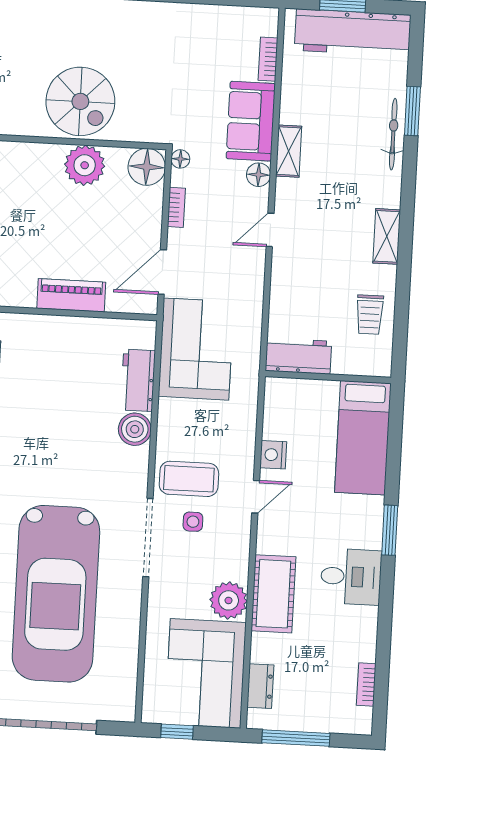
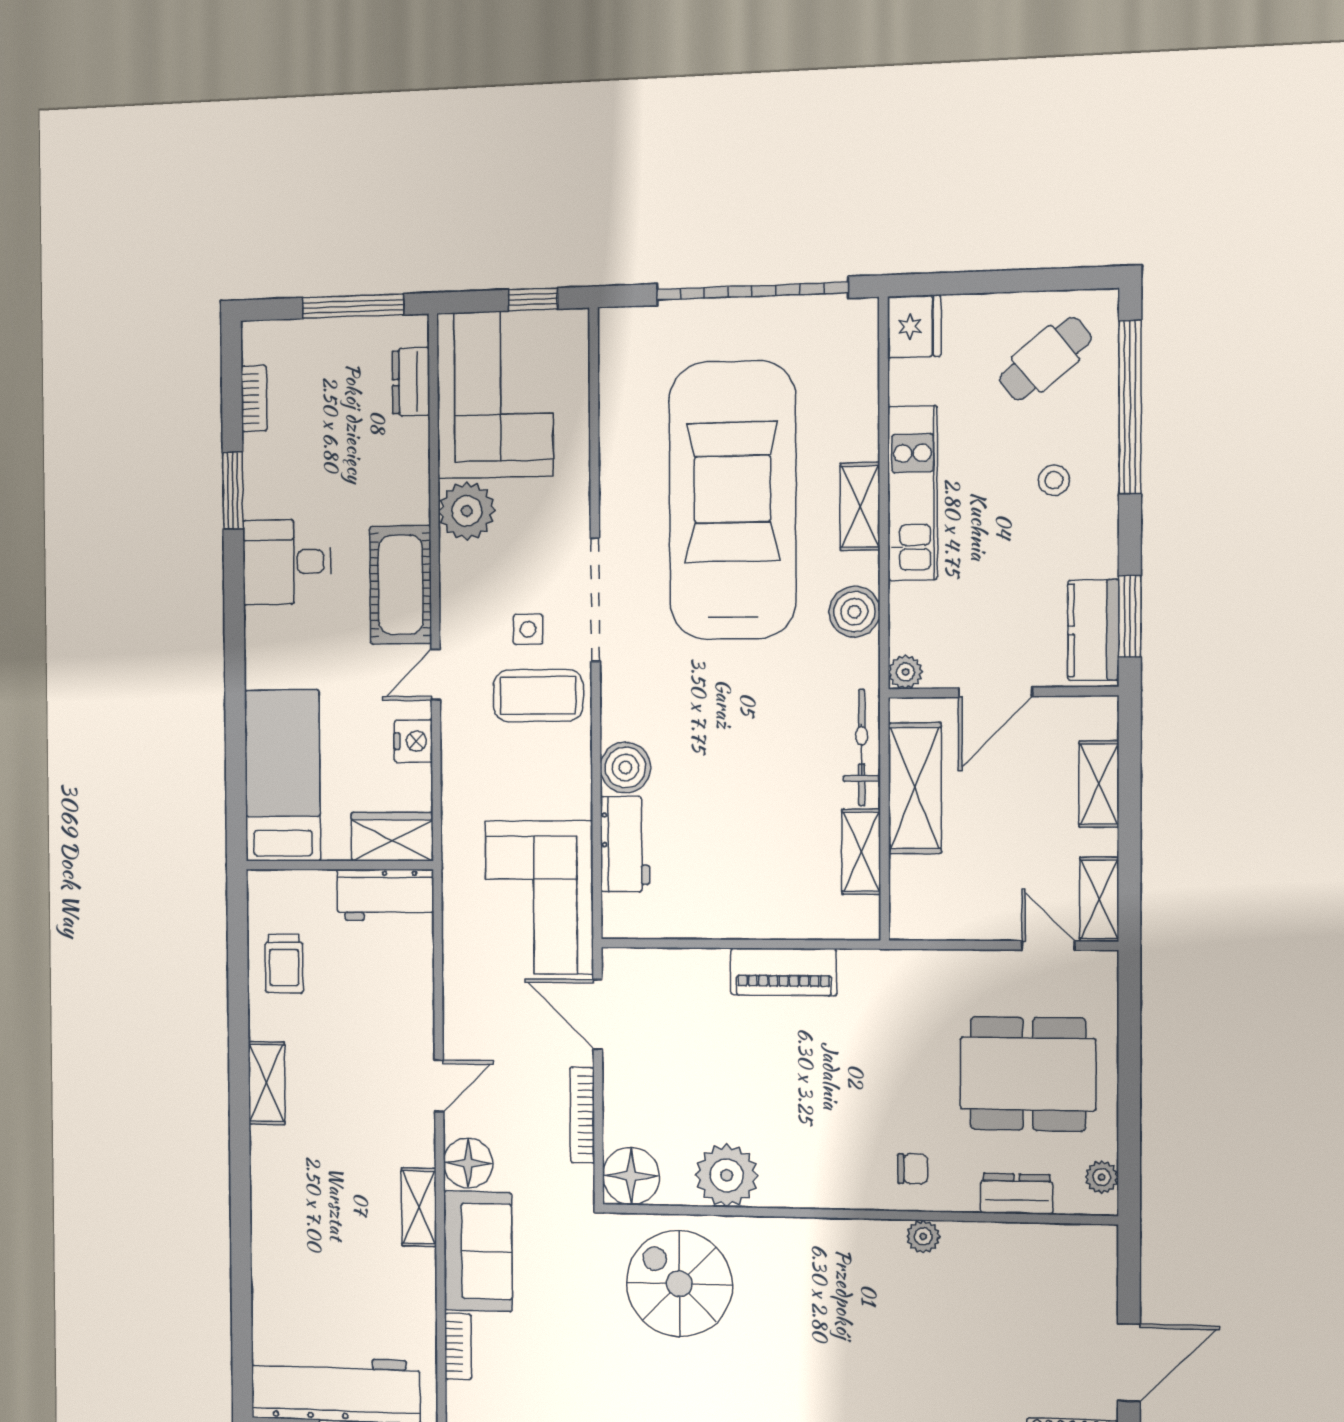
spiral stairs: (80, 101) -> (679, 1284), moved
window: (412, 111) -> (241, 1273), removed
bicycle: (393, 134) -> (267, 1238), removed
floor lamp: (180, 159) -> (581, 1190), removed
floor lamp: (259, 175) -> (468, 1163), width x1.38, depth x1.38
bookcase: (176, 207) -> (582, 1115), width x1.56
door: (162, 272) -> (598, 1014), swing flipped
piano: (71, 295) -> (784, 972), moved
trolley: (370, 315) -> (284, 963), turned 180
wardrobe: (291, 394) -> (392, 837), added
window: (390, 530) -> (233, 490), moved
cot: (273, 594) -> (401, 585), moved

